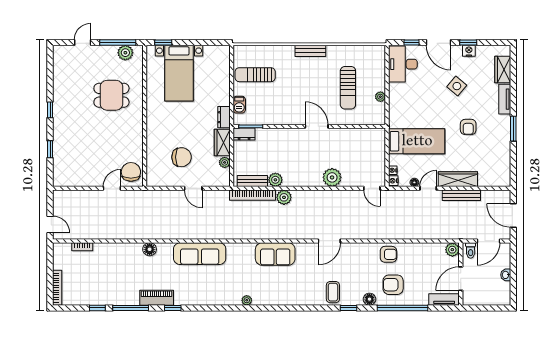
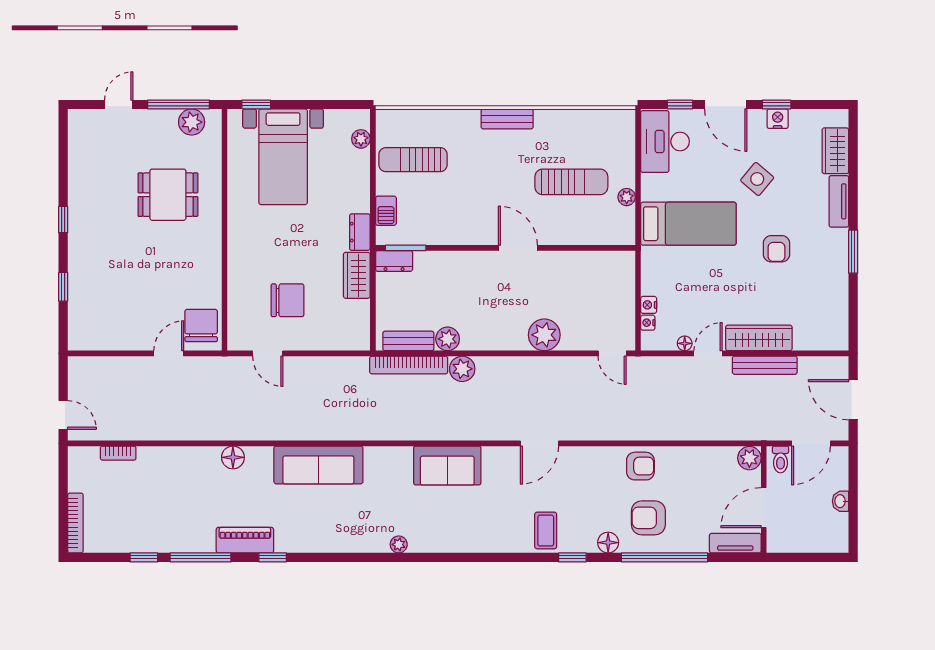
sun lounger: (348, 88) -> (571, 182), turned -90
bed: (417, 141) -> (688, 224), moved
plant: (225, 162) -> (361, 139), moved
nightstand: (393, 181) -> (649, 305), moved
door: (193, 188) -> (268, 353), moved

